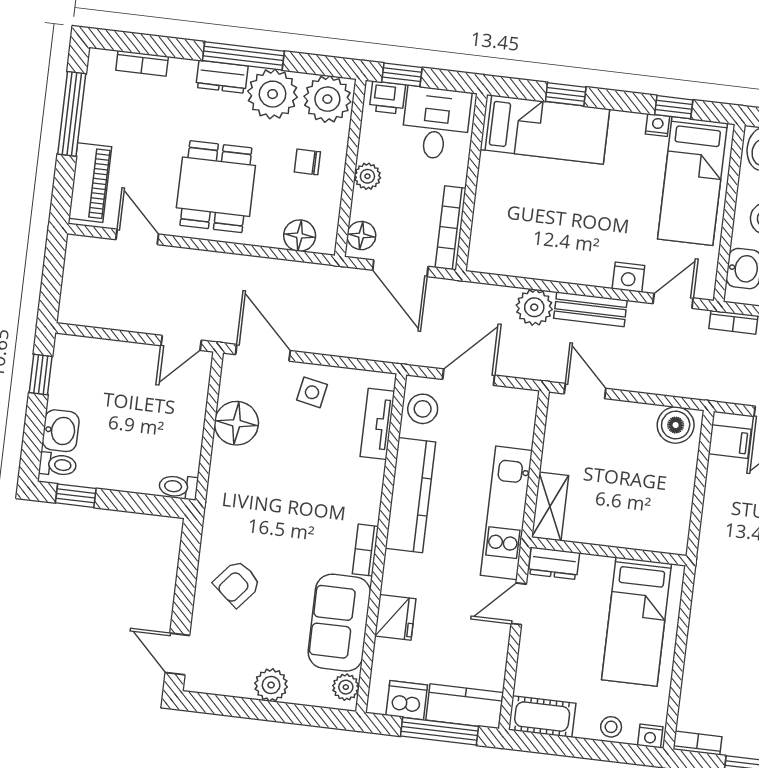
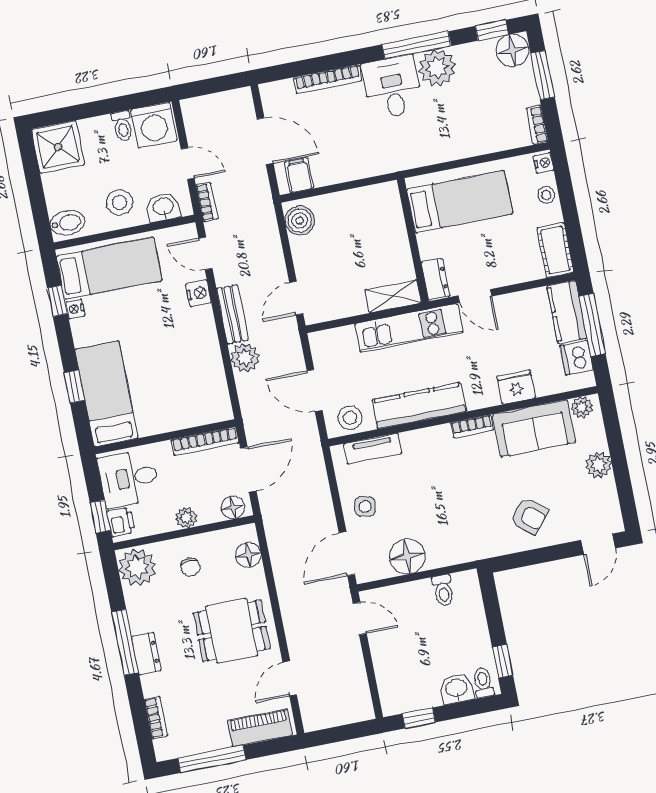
plant: (273, 94) -> (147, 611), removed
toilet: (178, 487) -> (443, 590), moved

